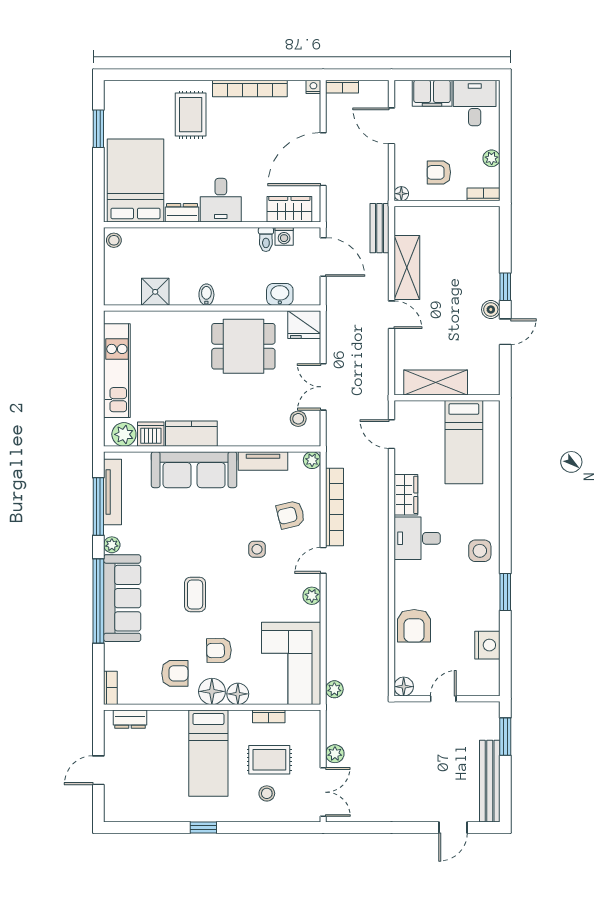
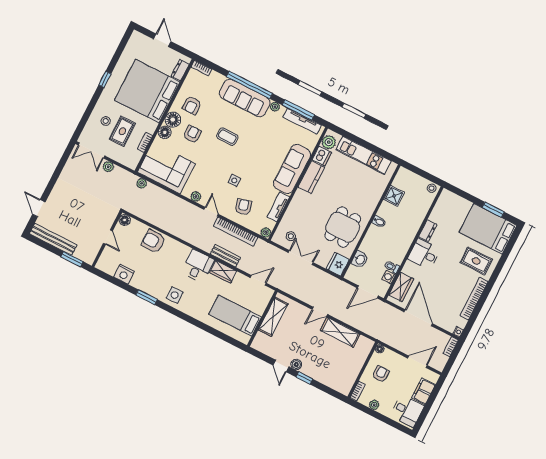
bed: (135, 181) -> (488, 229), moved, turned 180
bench: (379, 228) -> (225, 256), moved
bed: (208, 753) -> (147, 91), width x2.04

